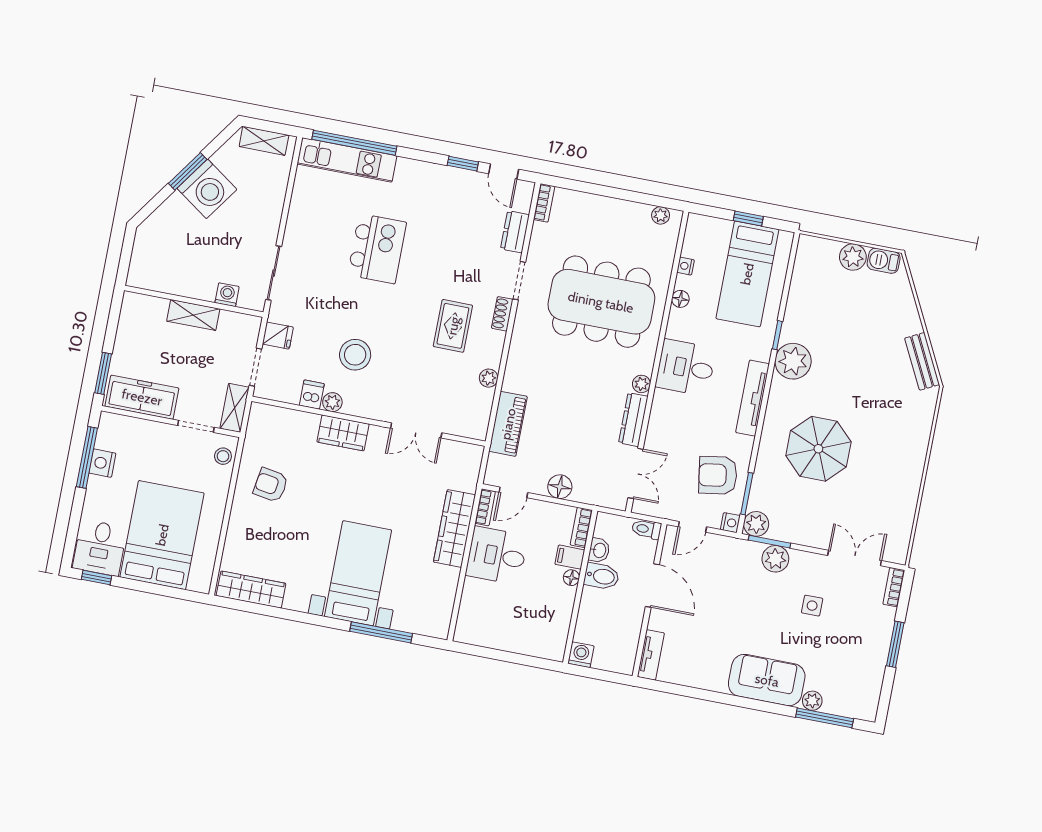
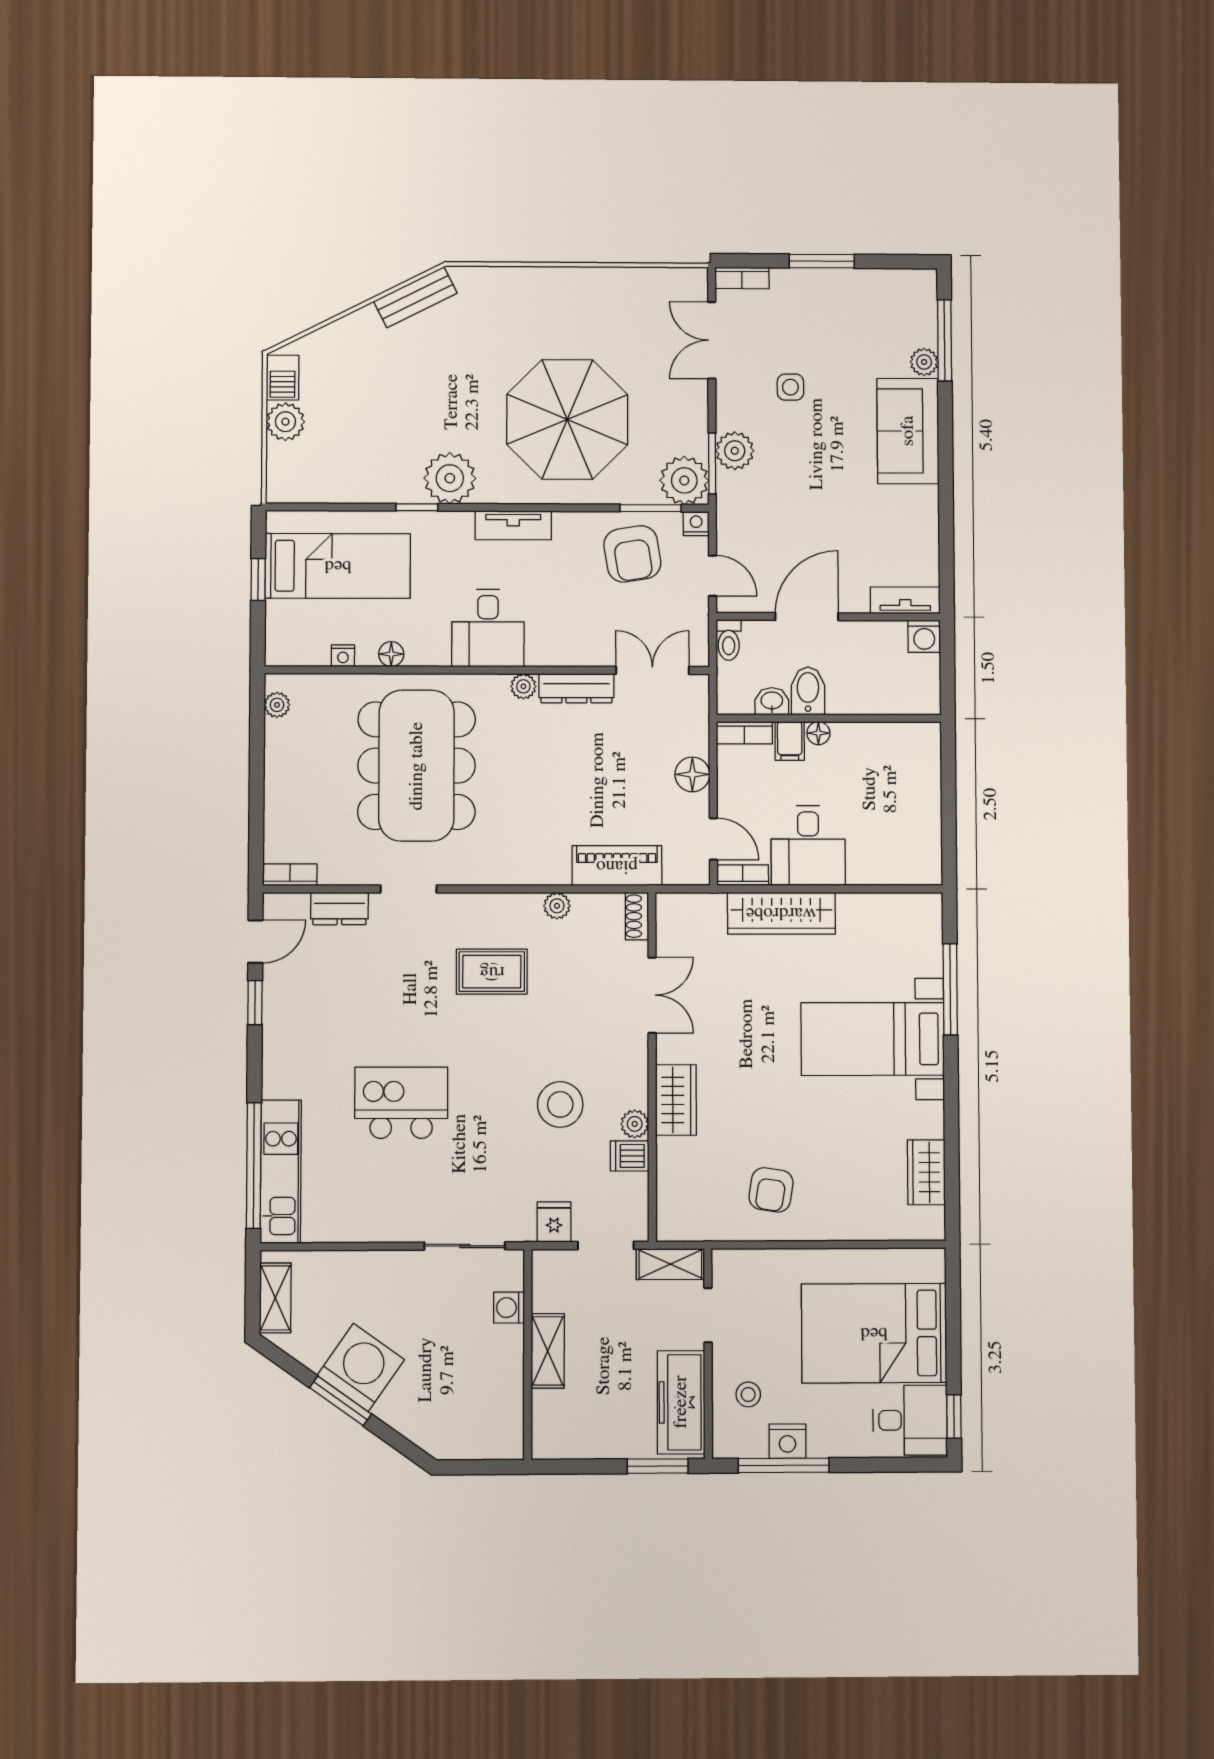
shoe rack: (502, 314) -> (637, 916), moved, turned 90
tv unit: (753, 398) -> (513, 525), width x0.71
parasol: (818, 449) -> (567, 419), width x1.36, depth x1.36
stool: (223, 456) -> (748, 1394), moved
plant: (756, 524) -> (684, 480), width x1.36, depth x1.36
wardrobe: (251, 590) -> (926, 1172), width x0.67
washing machine: (581, 655) -> (924, 636), moved, turned -90

